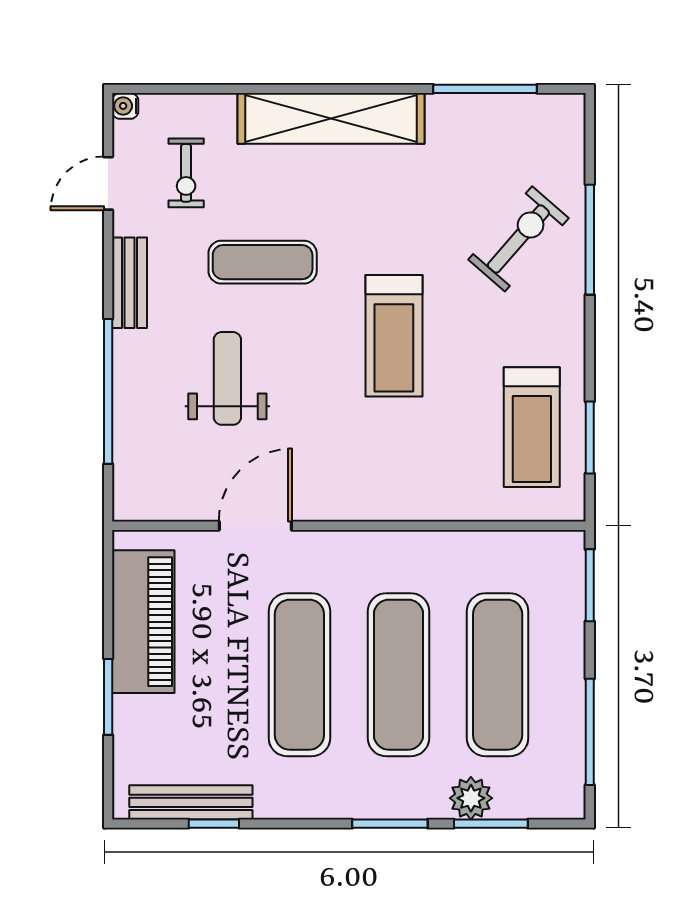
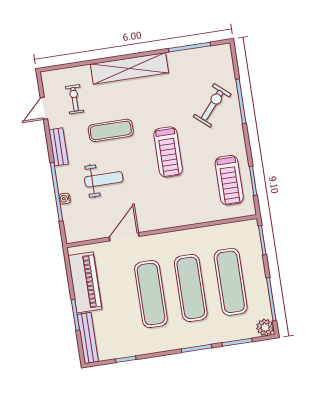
water cooler: (125, 106) -> (65, 199), moved
exercise bike: (186, 173) -> (74, 99), turned 180
weight bench: (227, 378) -> (104, 179), turned 90
plant: (471, 798) -> (265, 327), moved
bench: (191, 802) -> (88, 338), moved, turned 90

